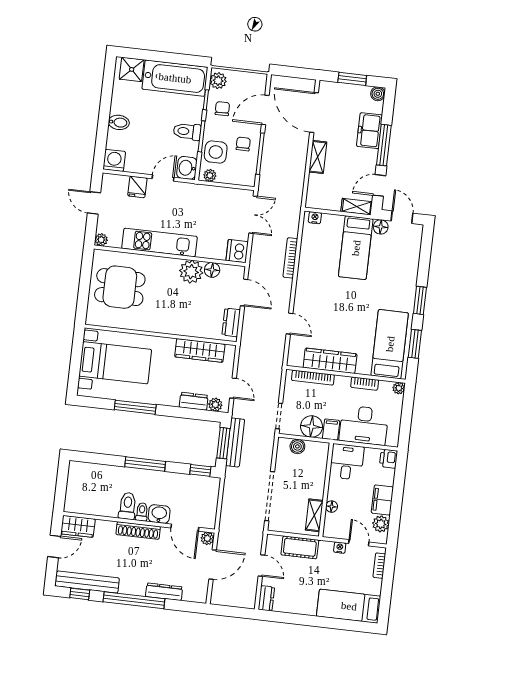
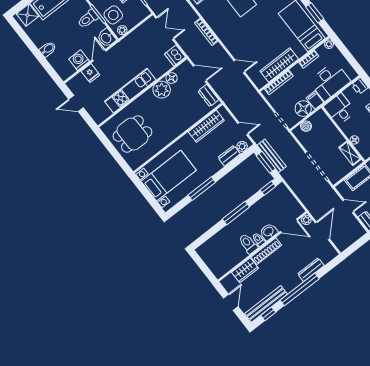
washing machine: (114, 160) -> (79, 60), moved
plant: (101, 240) -> (99, 119), removed
wardrobe: (78, 526) -> (245, 270), moved

